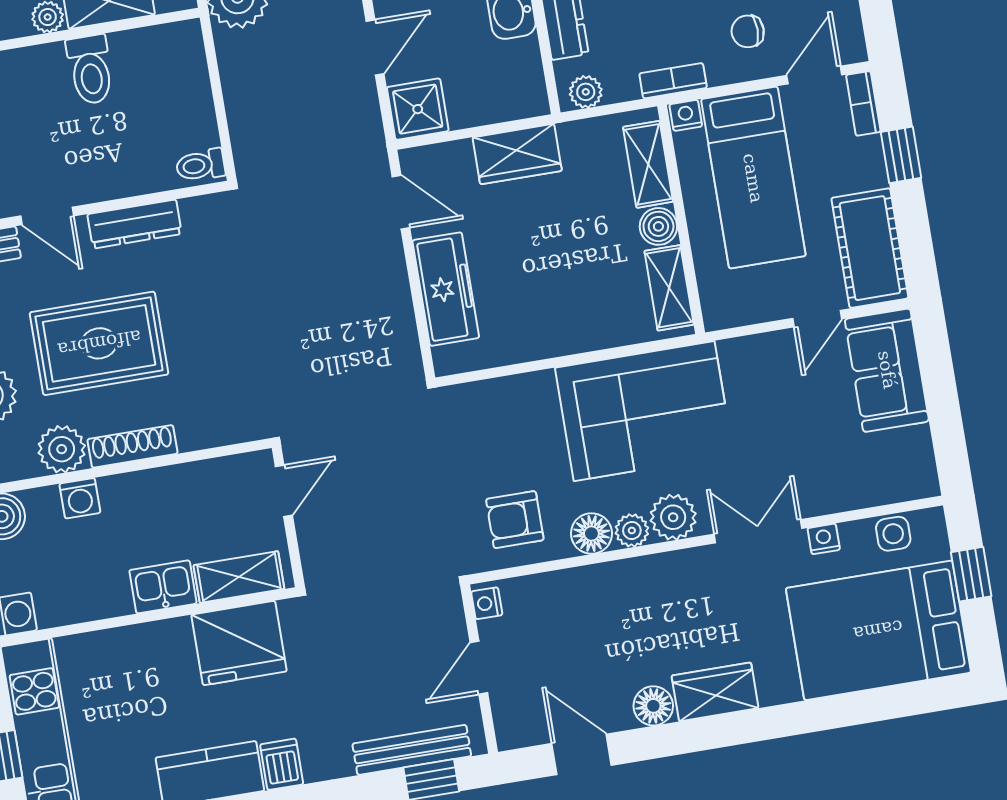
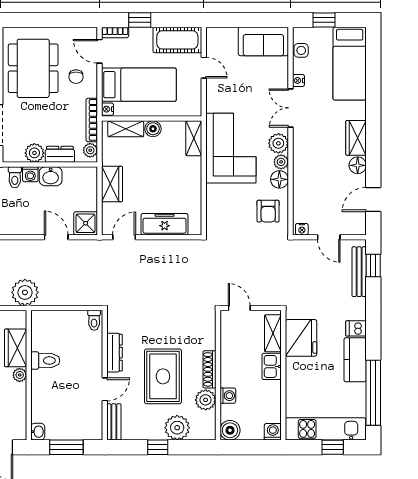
bookcase: (673, 81) -> (92, 120), width x1.56
shelving: (669, 288) -> (194, 138), moved, turned 90
sofa: (887, 370) -> (263, 41), moved
bed: (878, 630) -> (350, 64), width x0.67

